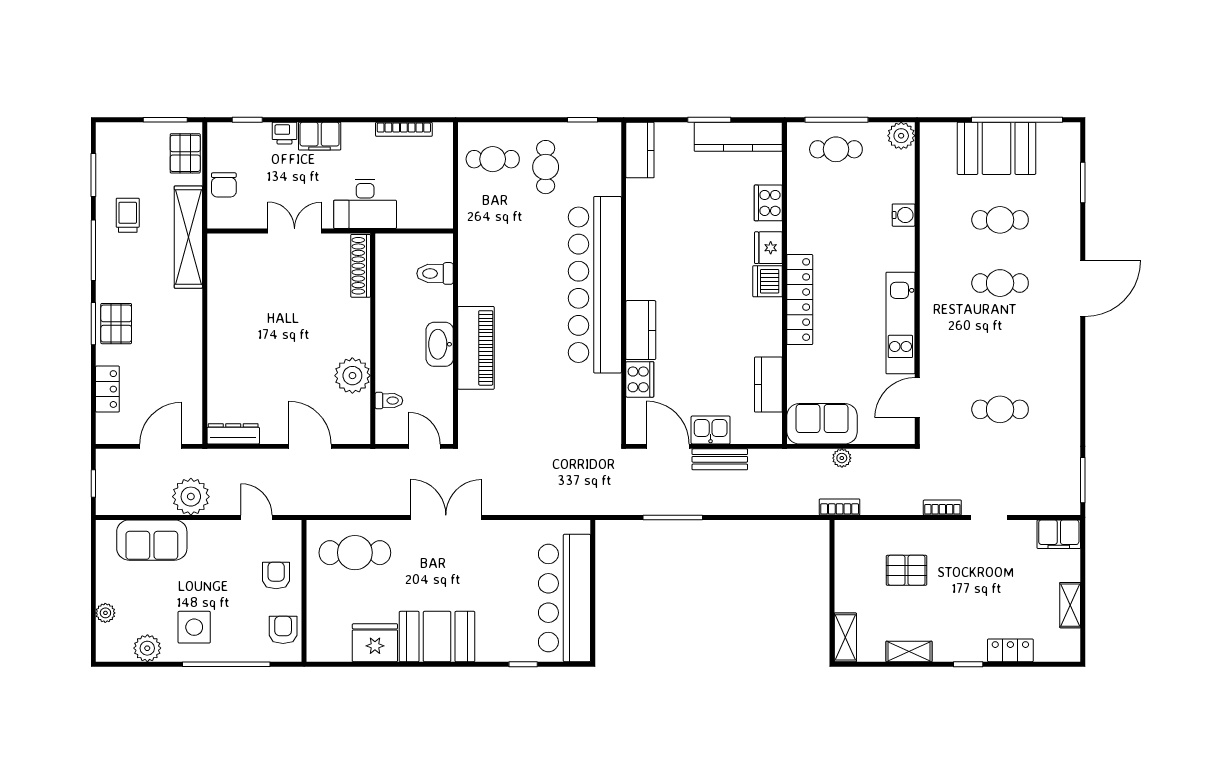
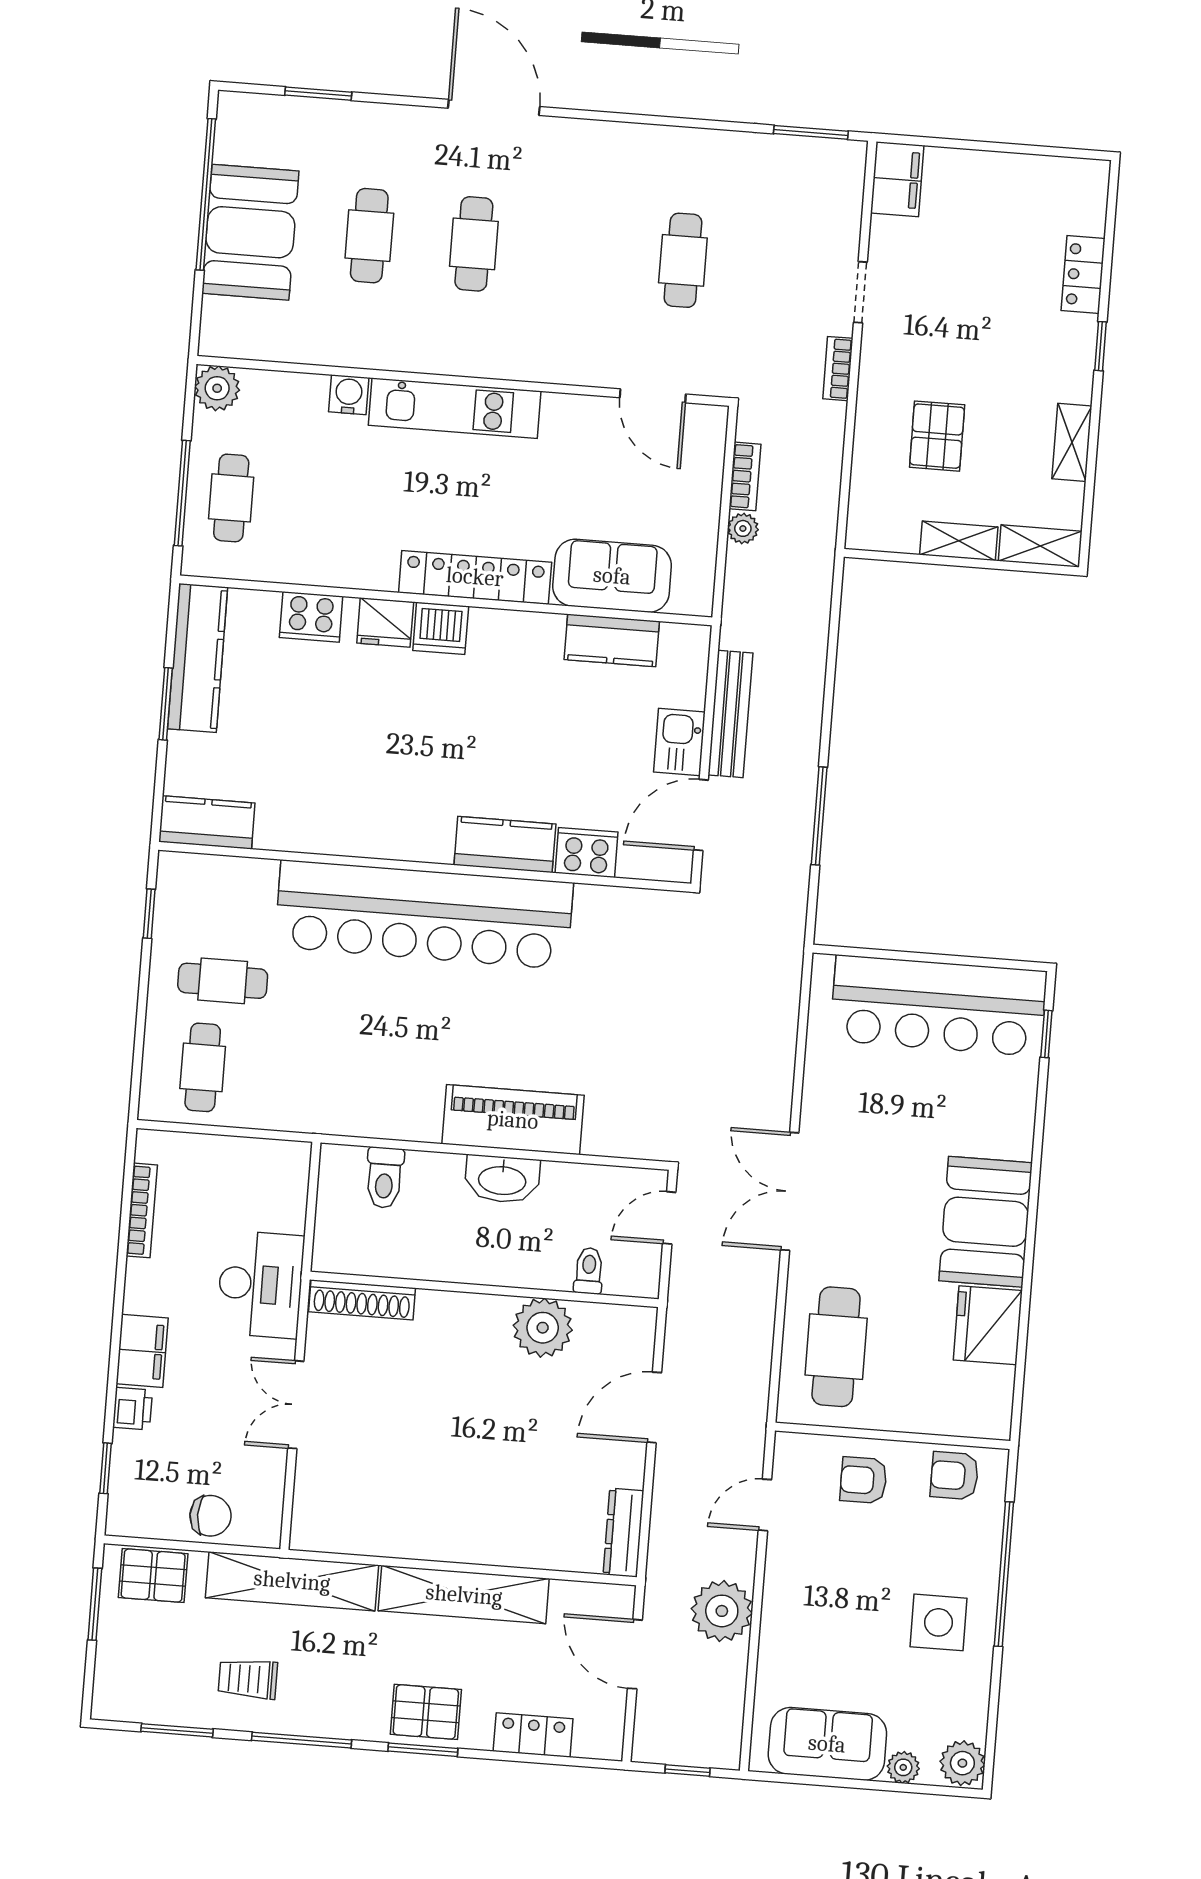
kitchen unit: (900, 323) -> (455, 408), moved
shelving: (188, 341) -> (464, 1595), added
sofa: (822, 424) -> (612, 576), moved, turned 90
bench: (720, 459) -> (730, 714), width x1.36
bookcase: (840, 507) -> (745, 476), moved, turned 180
sofa: (152, 540) -> (827, 1744), moved, turned -90
shelving: (1070, 605) -> (959, 541), moved
plant: (147, 648) -> (962, 1763), moved
window: (523, 664) -> (1046, 1034), moved

